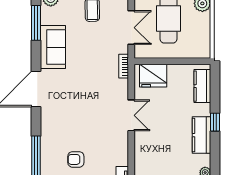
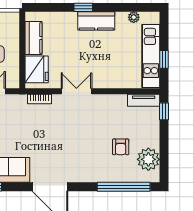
bookcase: (124, 66) -> (40, 99), moved
kitchen counter: (202, 86) -> (34, 38), moved, turned -90

